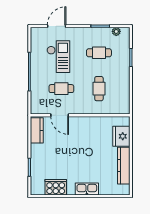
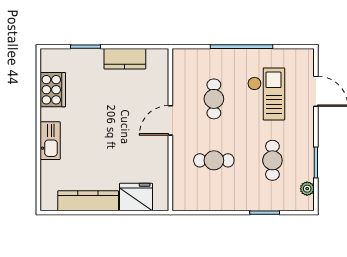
checkout: (58, 57) -> (266, 94), turned -90
door: (60, 115) -> (170, 120), moved
kitchen counter: (37, 130) -> (125, 59), moved

